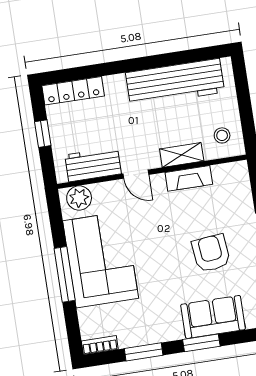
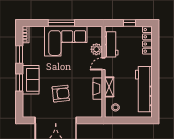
plant: (79, 198) -> (96, 49), moved
sofa: (213, 317) -> (31, 80), moved

